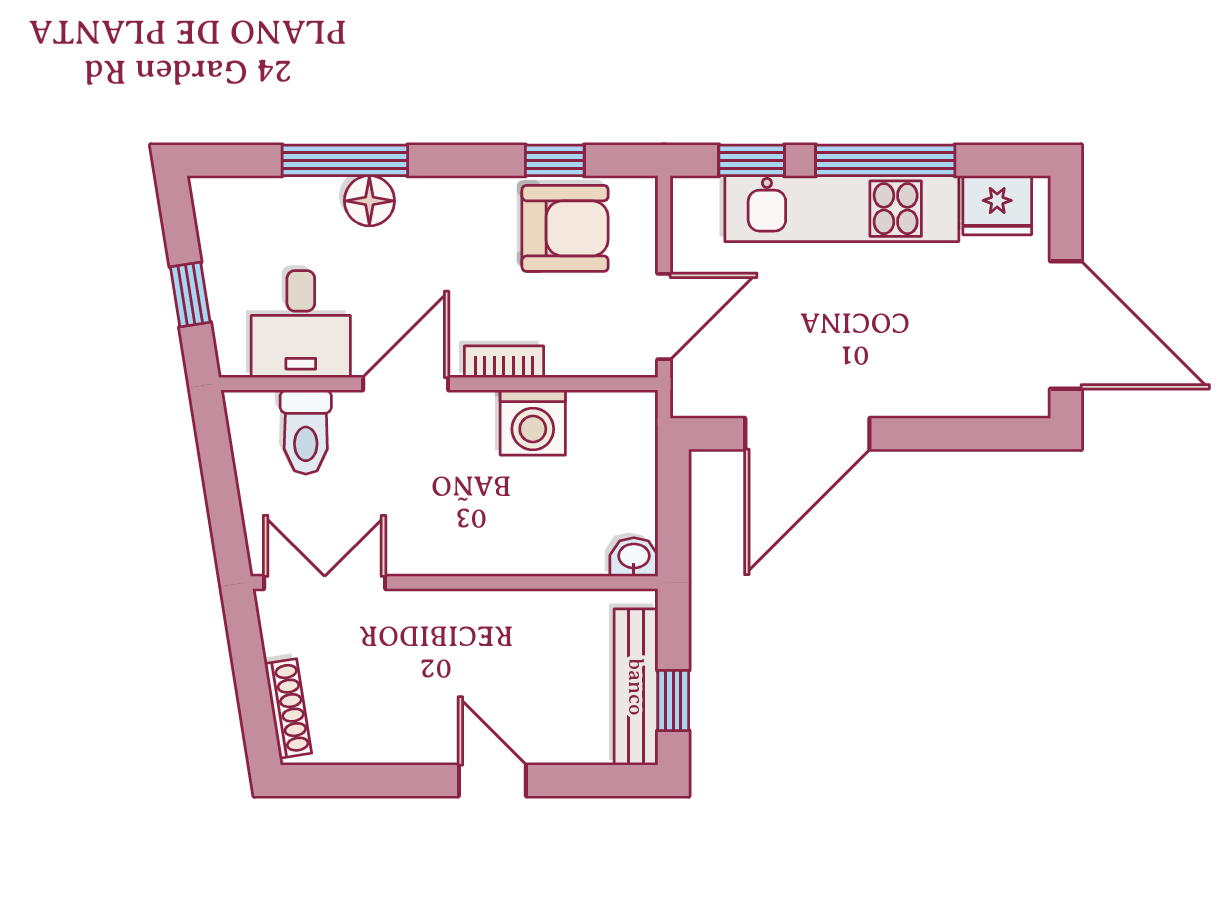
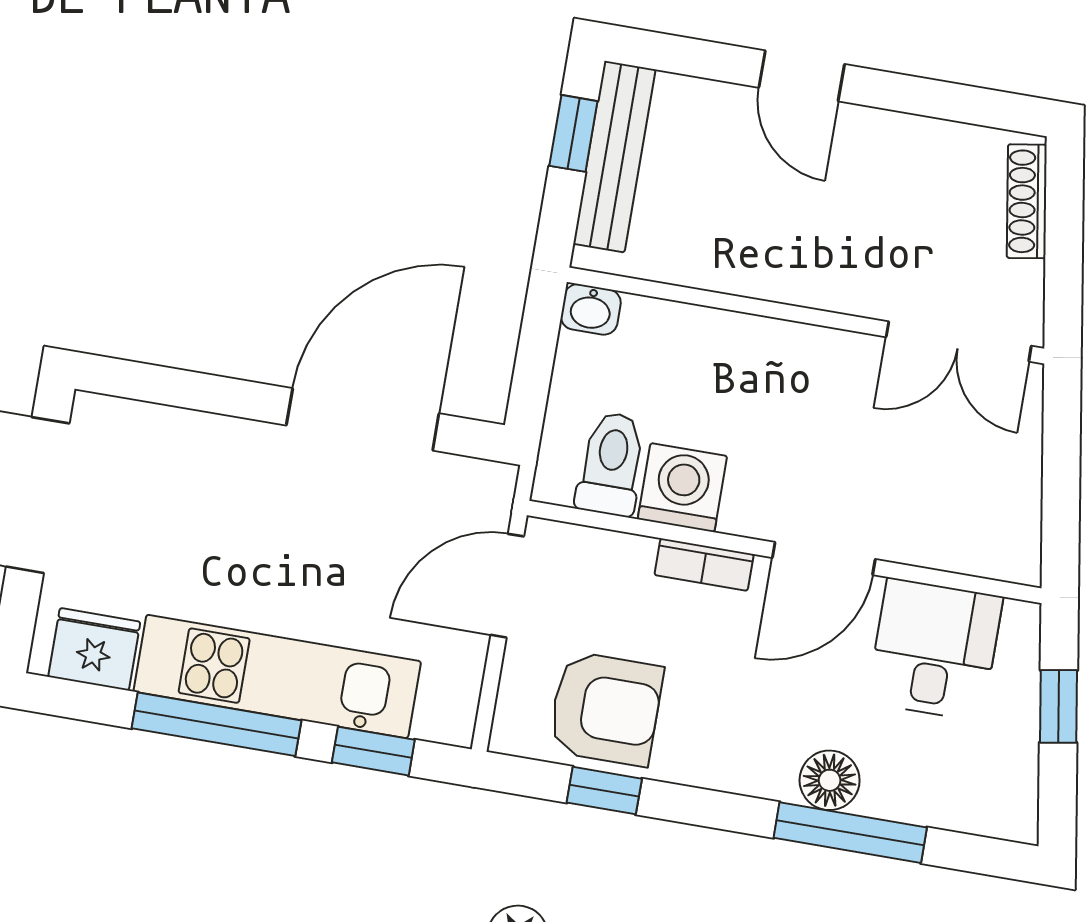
armchair: (565, 228) -> (606, 709), turned 180
toilet: (306, 432) -> (611, 464), moved

